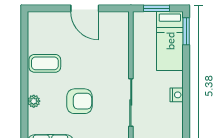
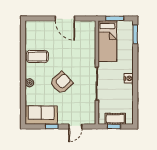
bed: (170, 41) -> (107, 41), moved
armchair: (79, 101) -> (61, 83), turned -43

